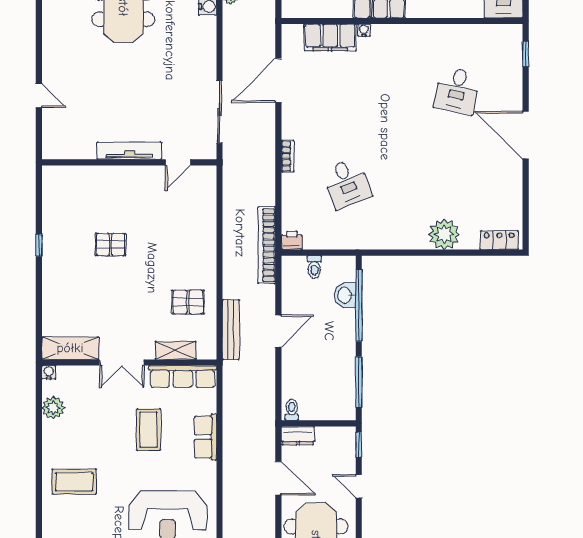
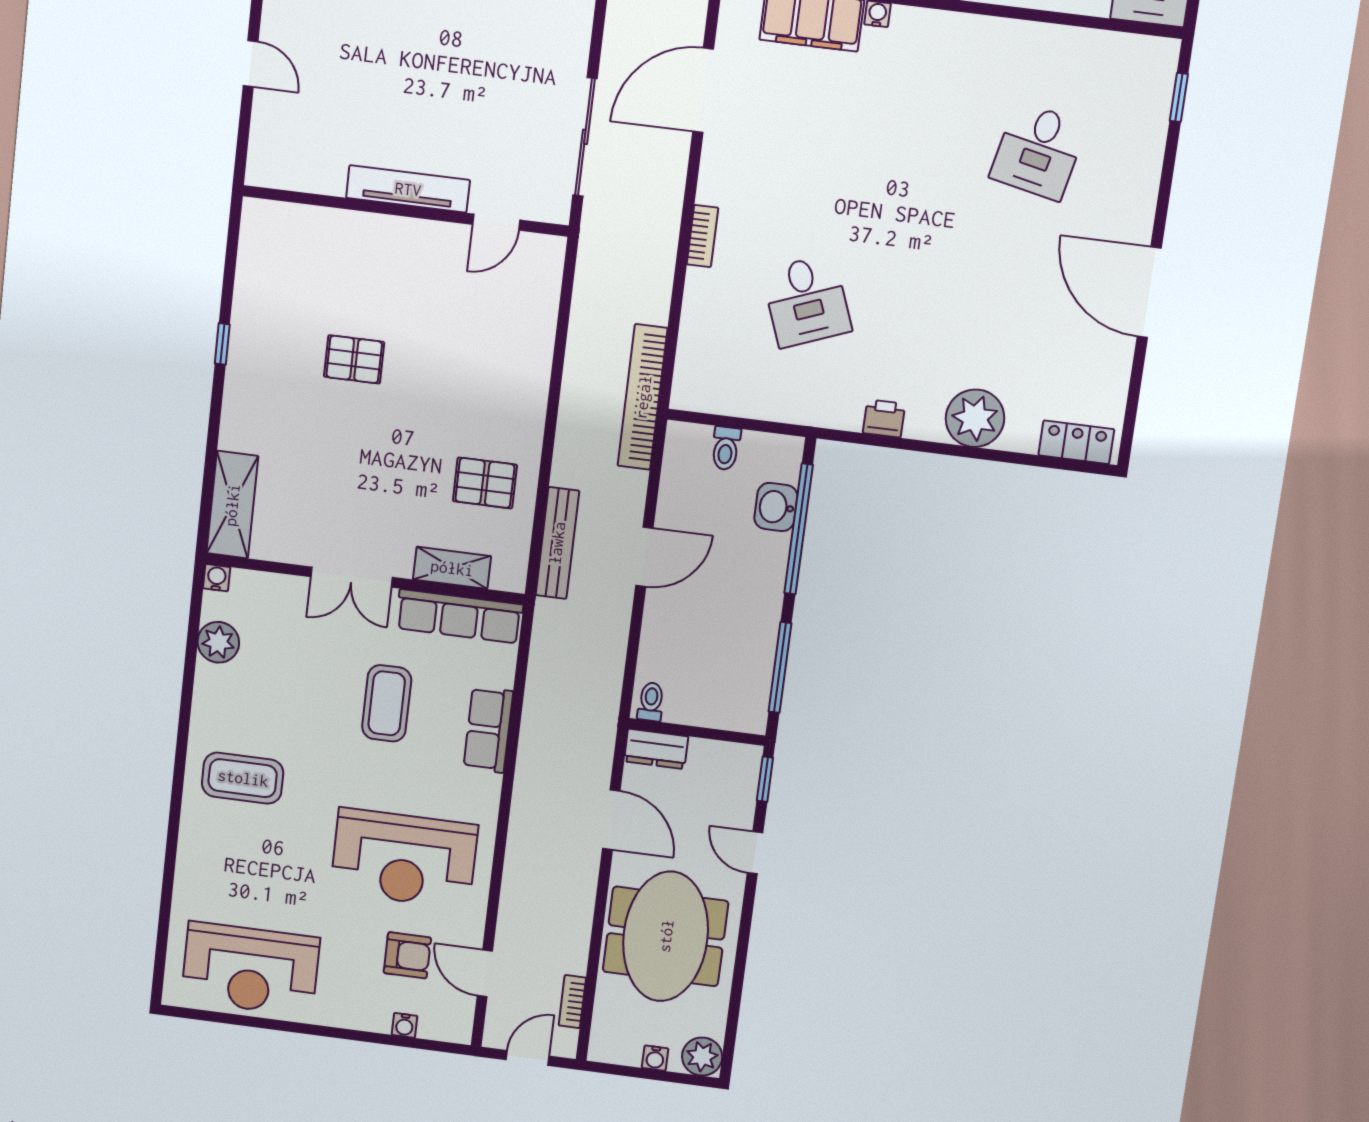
door: (526, 135) -> (1149, 292), moved
printer: (292, 240) -> (884, 418), moved
shelving: (70, 348) -> (232, 505), moved, turned 90

